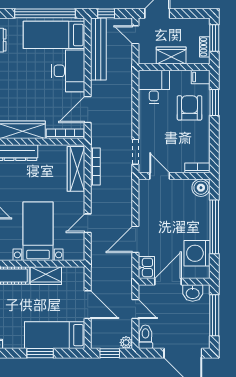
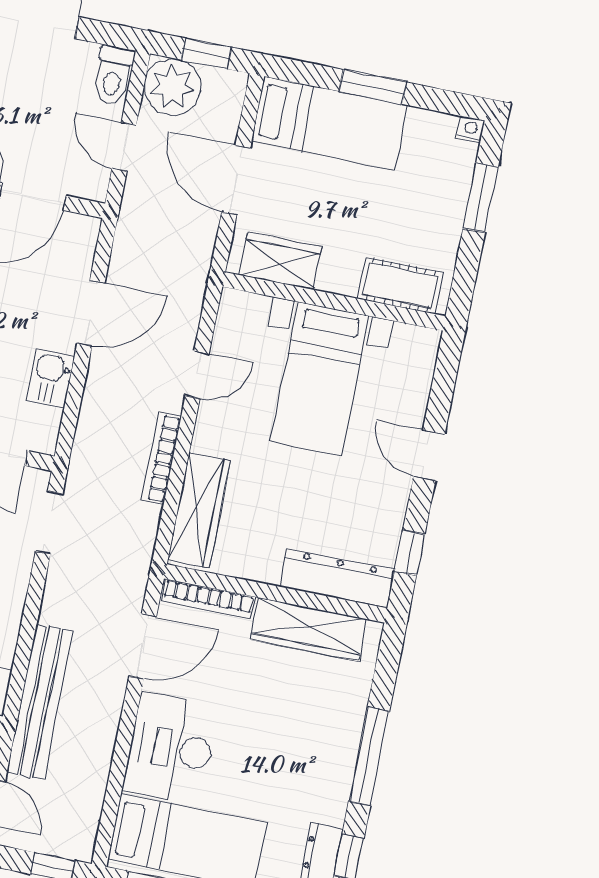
bench: (98, 49) -> (40, 702), moved
bookcase: (95, 166) -> (161, 458), moved
kitchen sink: (146, 267) -> (50, 379), moved
wardrobe: (46, 276) -> (281, 261), moved
plant: (126, 342) -> (172, 87), width x1.88, depth x1.88

